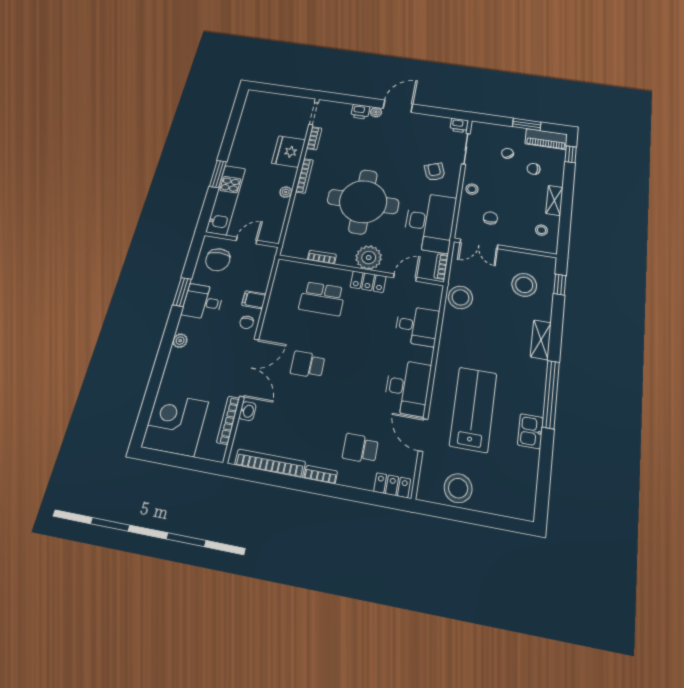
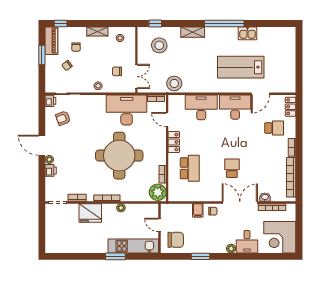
armchair: (435, 172) -> (63, 118), moved
plant: (369, 258) -> (158, 192), moved
desk: (203, 302) -> (247, 242), moved
desk: (417, 326) -> (201, 107), width x1.37
school desk: (308, 365) -> (232, 168), turned 180
school desk: (360, 448) -> (274, 128), turned -90
stool: (458, 488) -> (286, 70), removed

